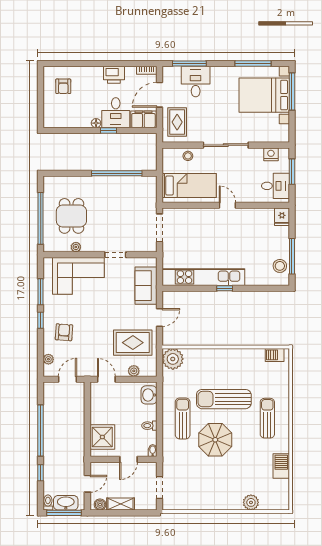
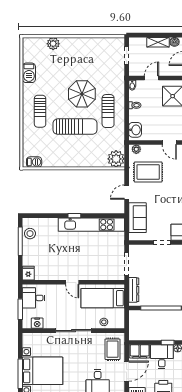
dresser: (151, 196) -> (134, 290), added
plant: (134, 371) -> (136, 149), moved

